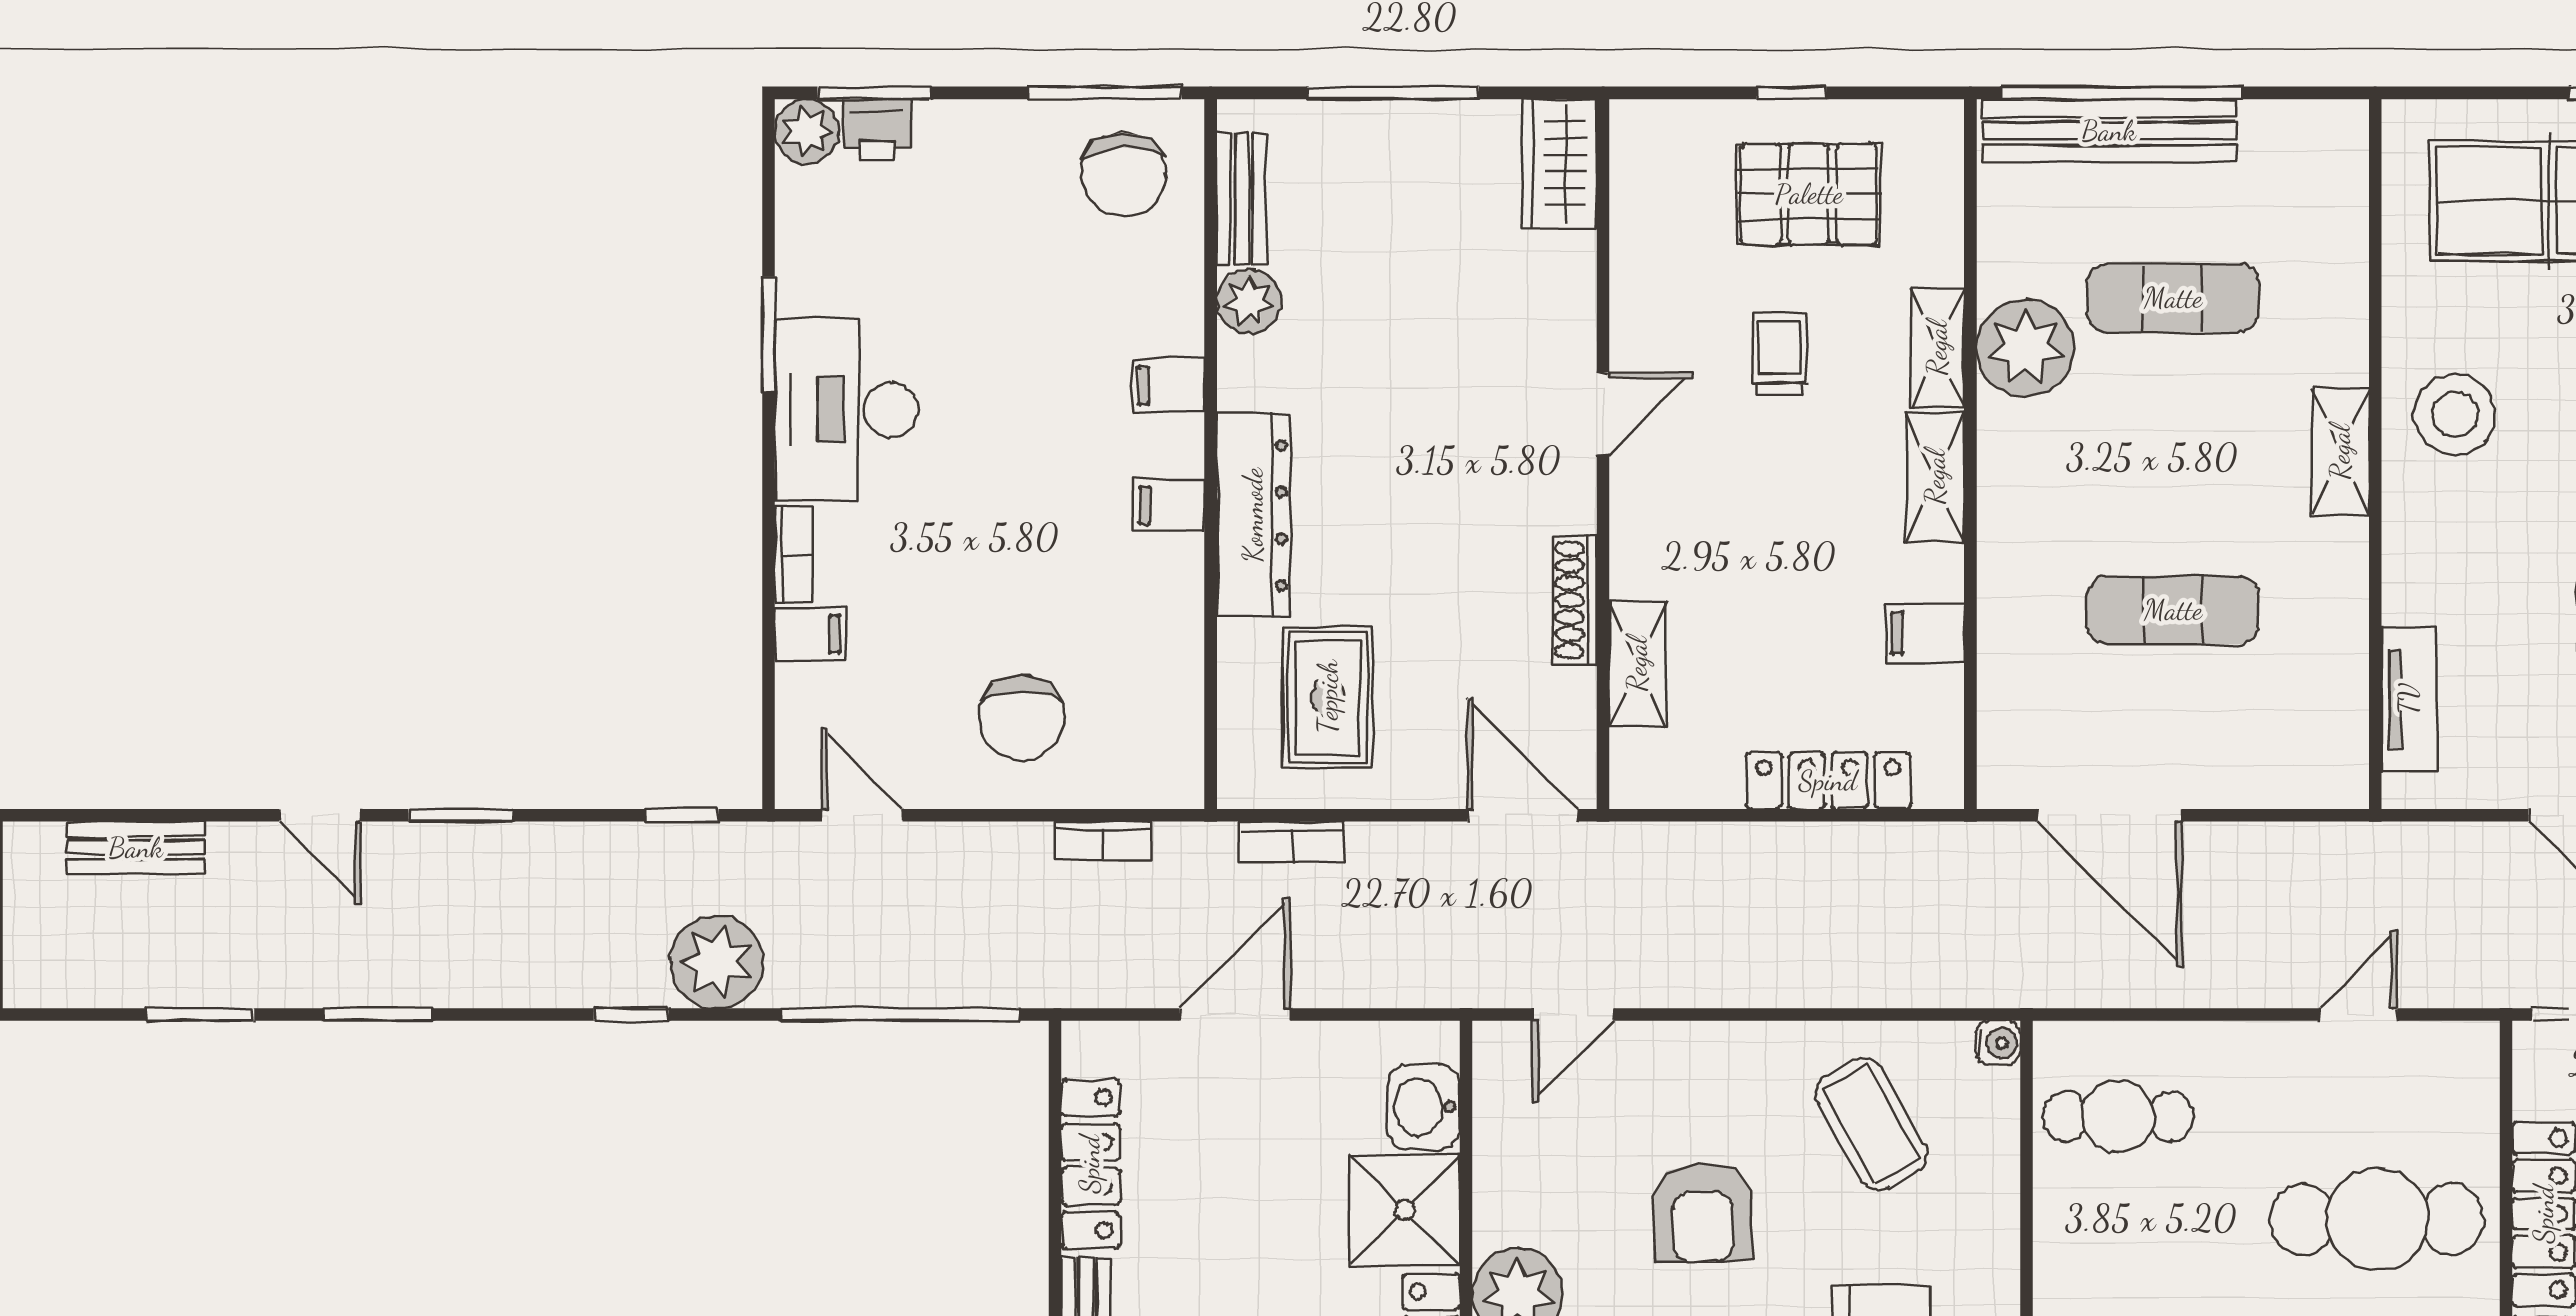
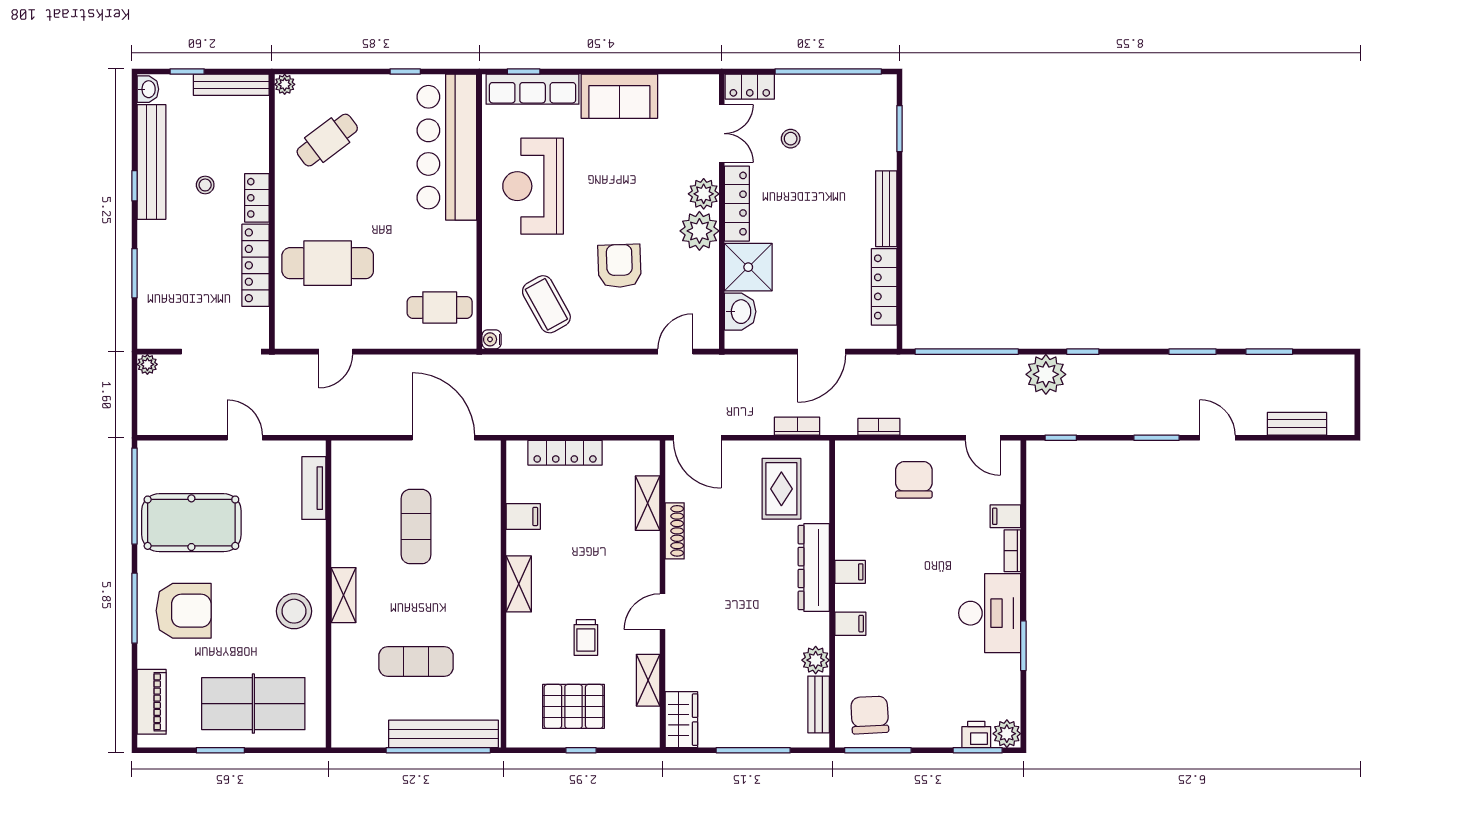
shelving: (1937, 348) -> (648, 680), moved
plant: (2025, 348) -> (480, 640), removed
exercise mat: (2173, 610) -> (416, 527), turned 90

